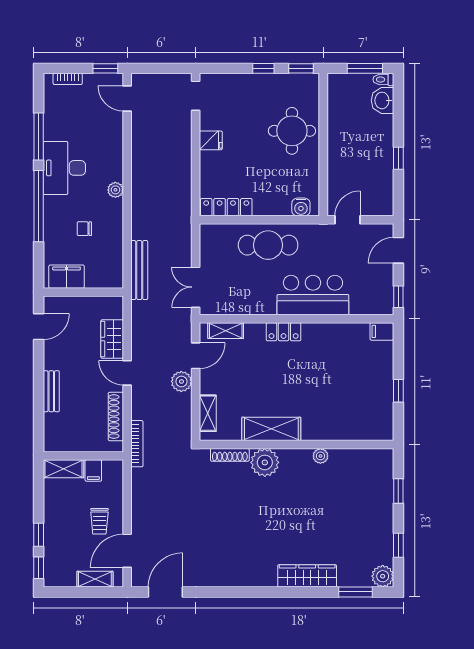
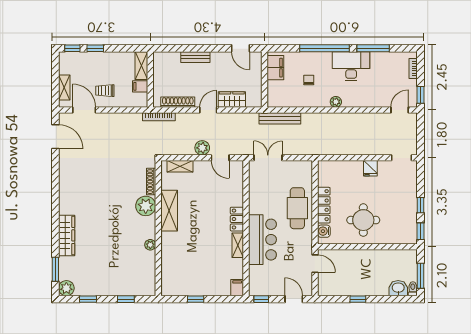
round table: (292, 131) -> (363, 220), moved
locker: (226, 207) -> (324, 205), moved
shelving: (226, 331) -> (238, 245), moved

